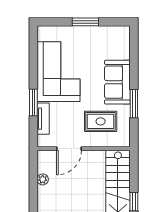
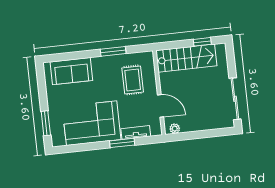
window: (85, 22) -> (46, 123), moved
sofa: (117, 82) -> (71, 71), moved
plant: (43, 179) -> (175, 129), moved

